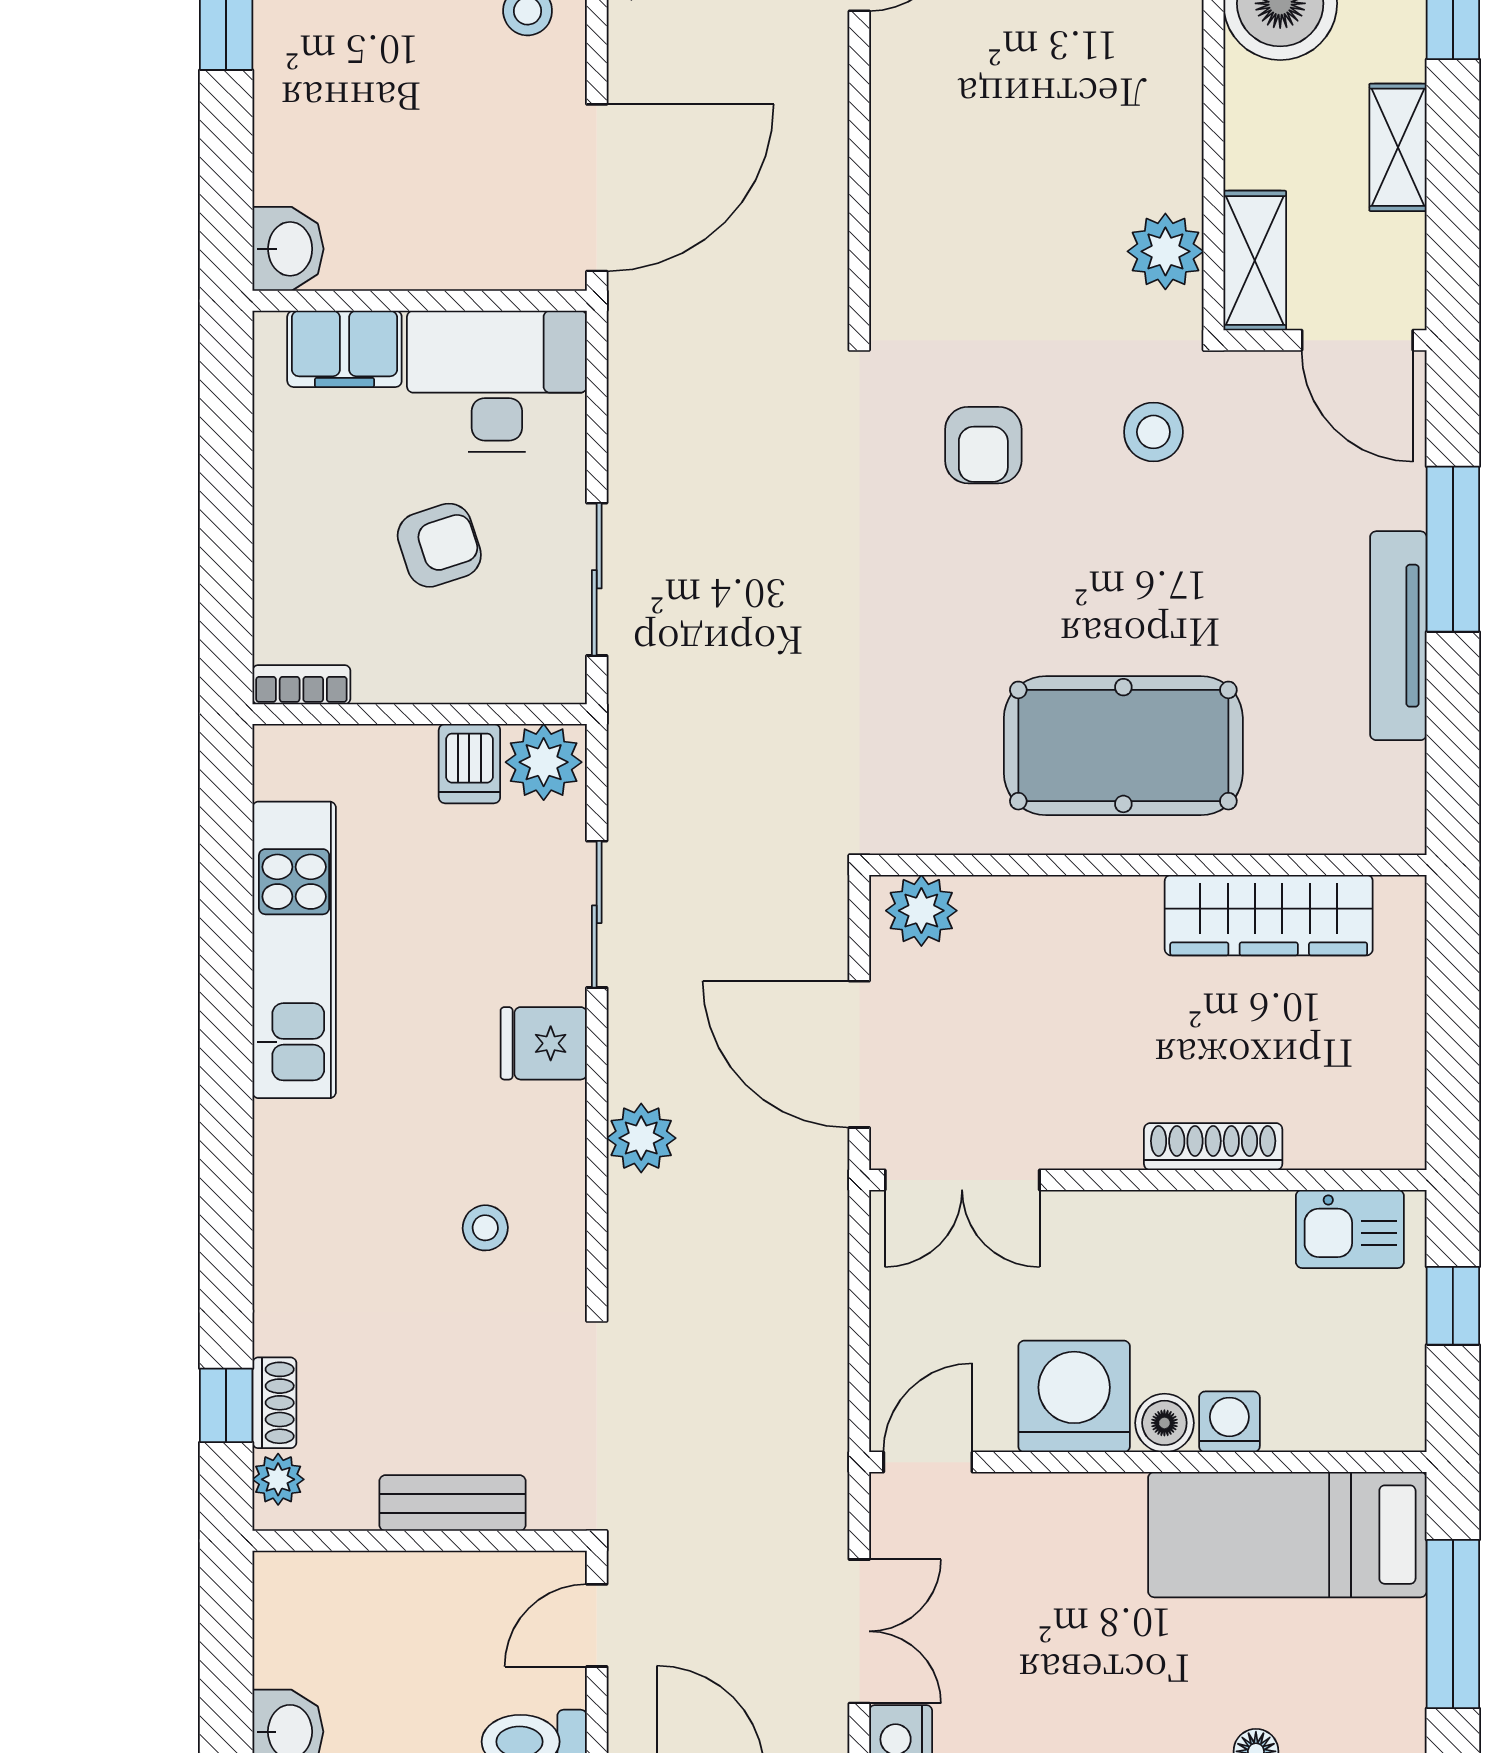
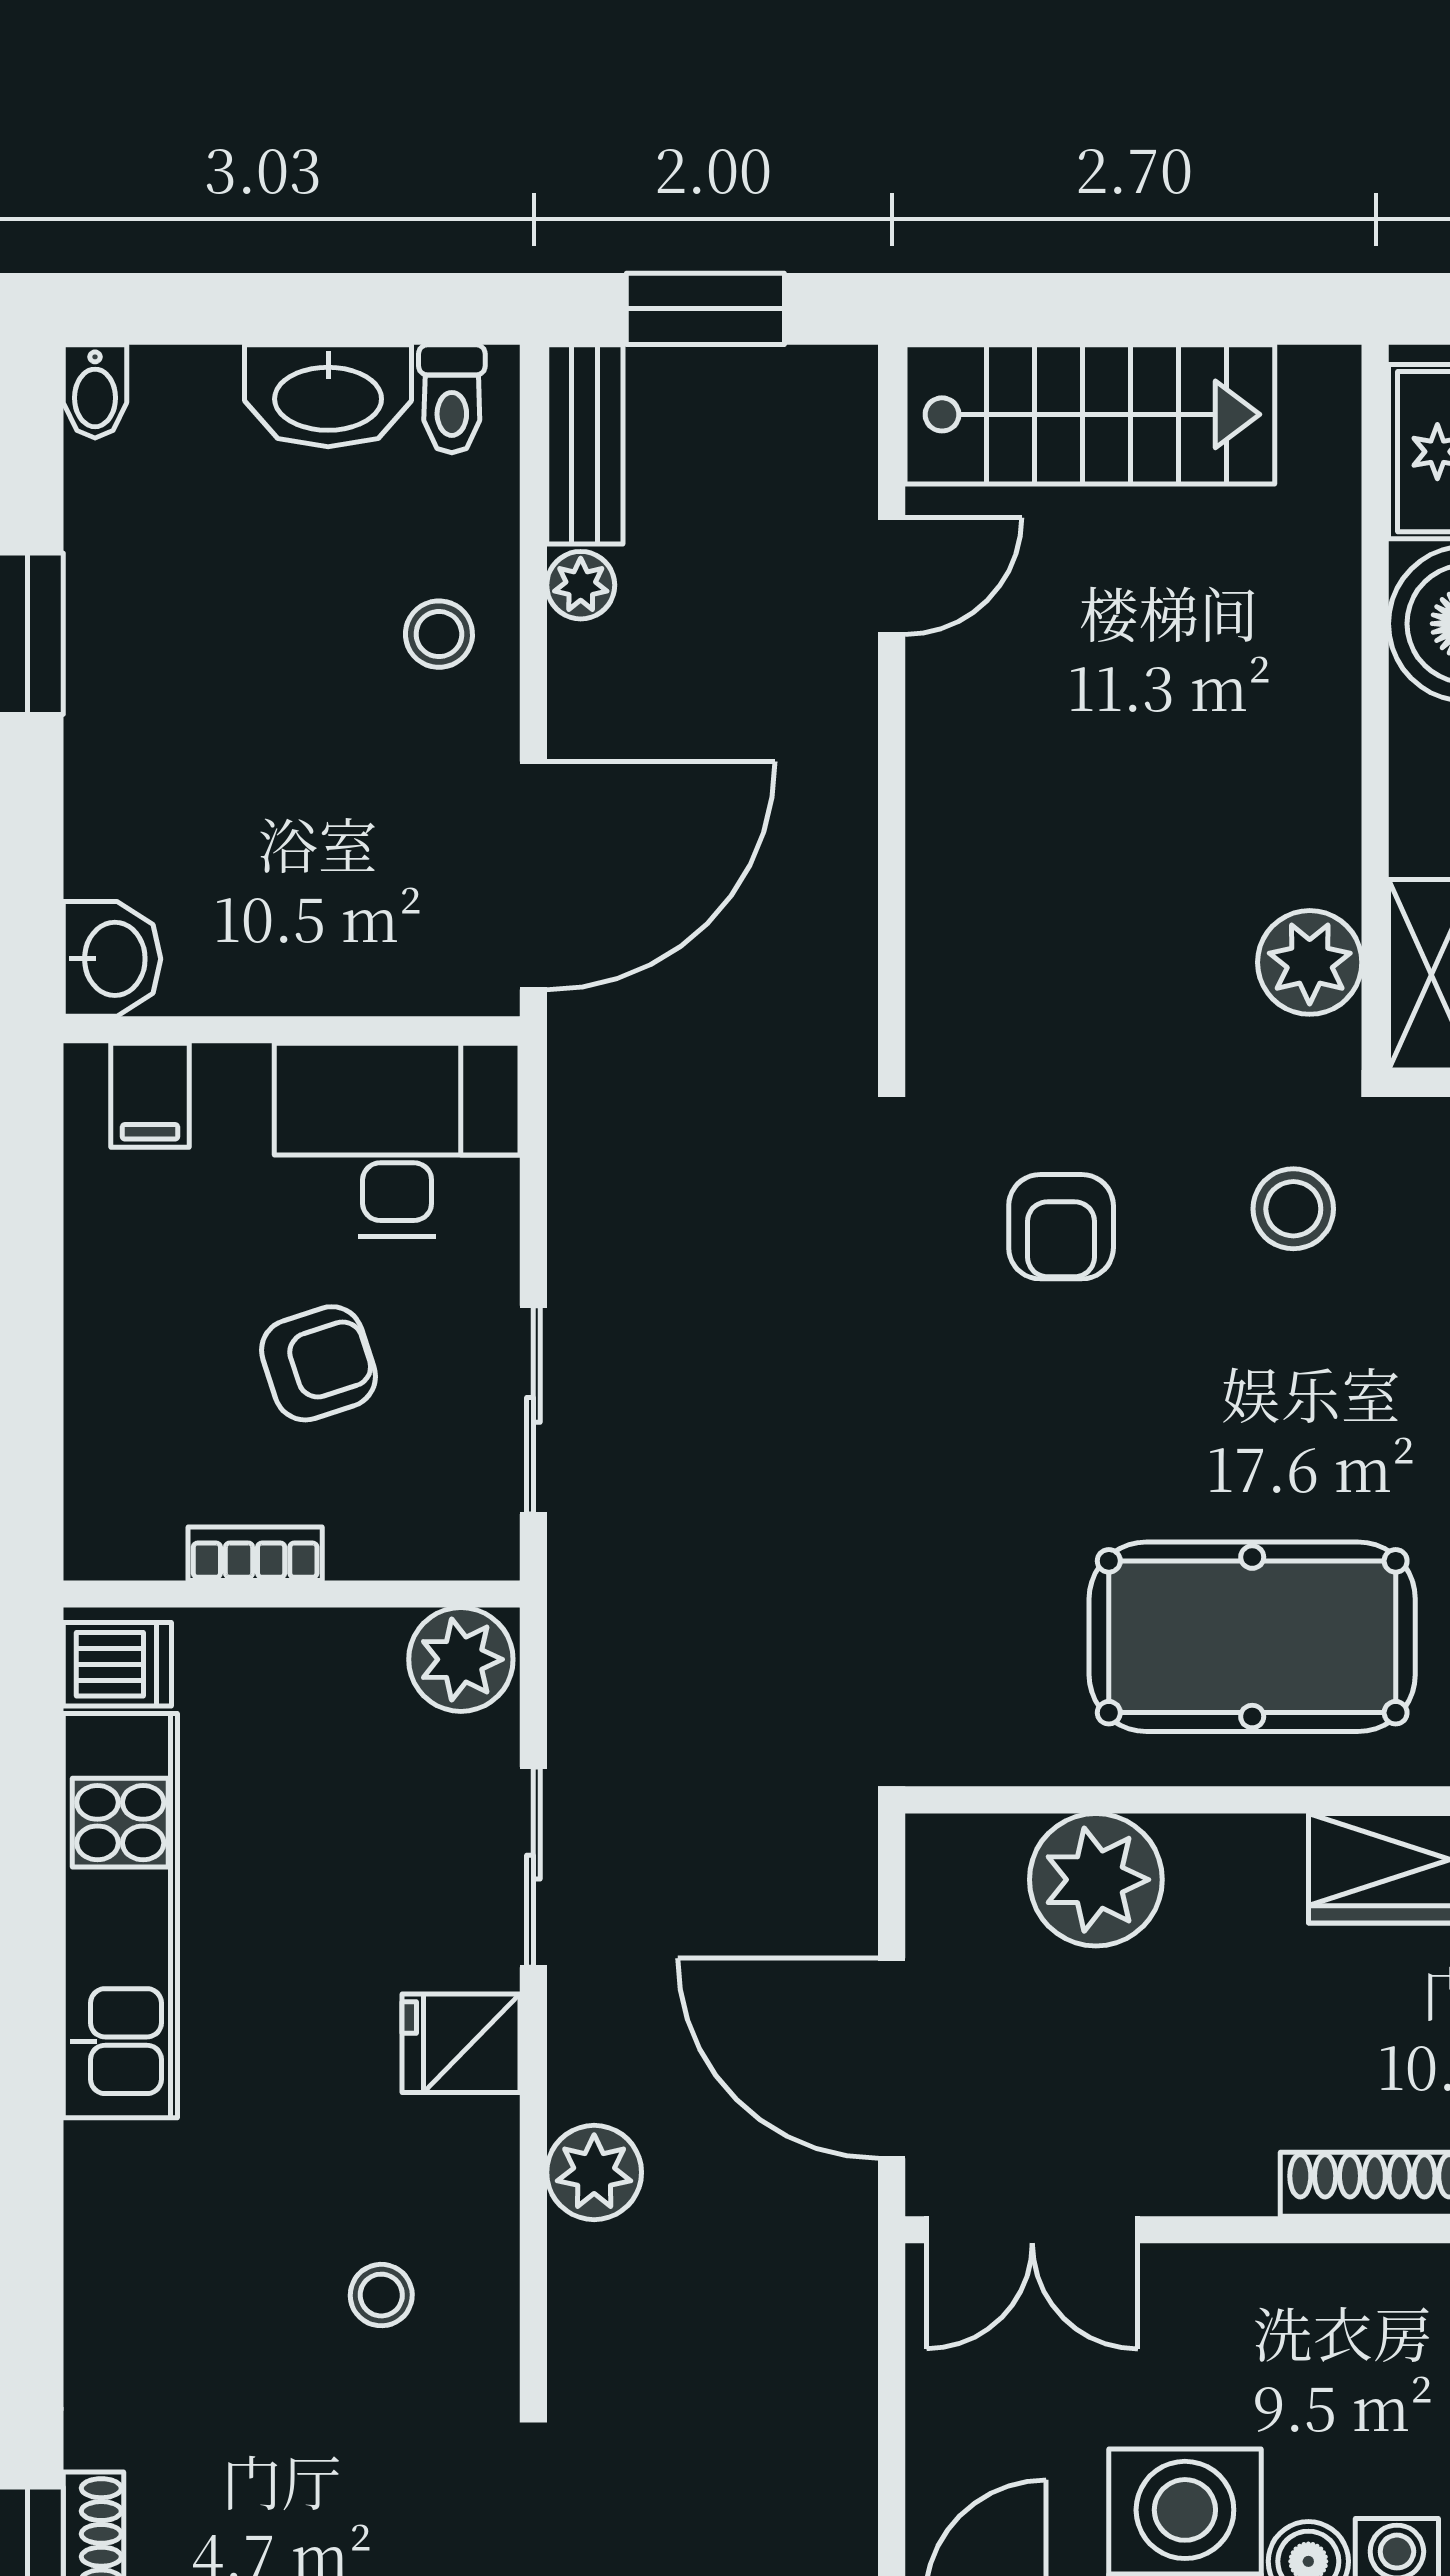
filing cabinet: (344, 349) -> (150, 1095), width x0.50
bookcase: (301, 685) -> (255, 1554), moved
dishwasher: (469, 764) -> (117, 1664), moved, turned -90
plant: (921, 911) -> (1096, 1880), moved, width x1.36, depth x1.36

